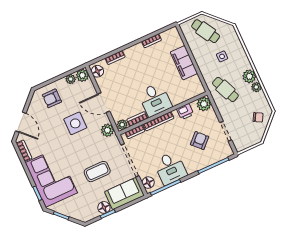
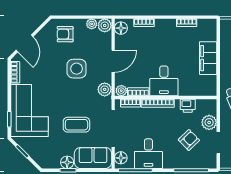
door: (104, 103) -> (113, 61), swing flipped
plant: (204, 104) -> (209, 122), moved

